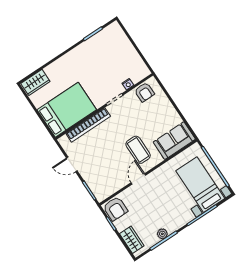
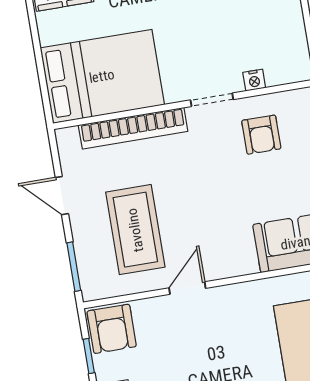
armchair: (144, 92) -> (261, 135), moved
coffee table: (138, 150) -> (135, 230), moved, width x1.36, depth x1.32

